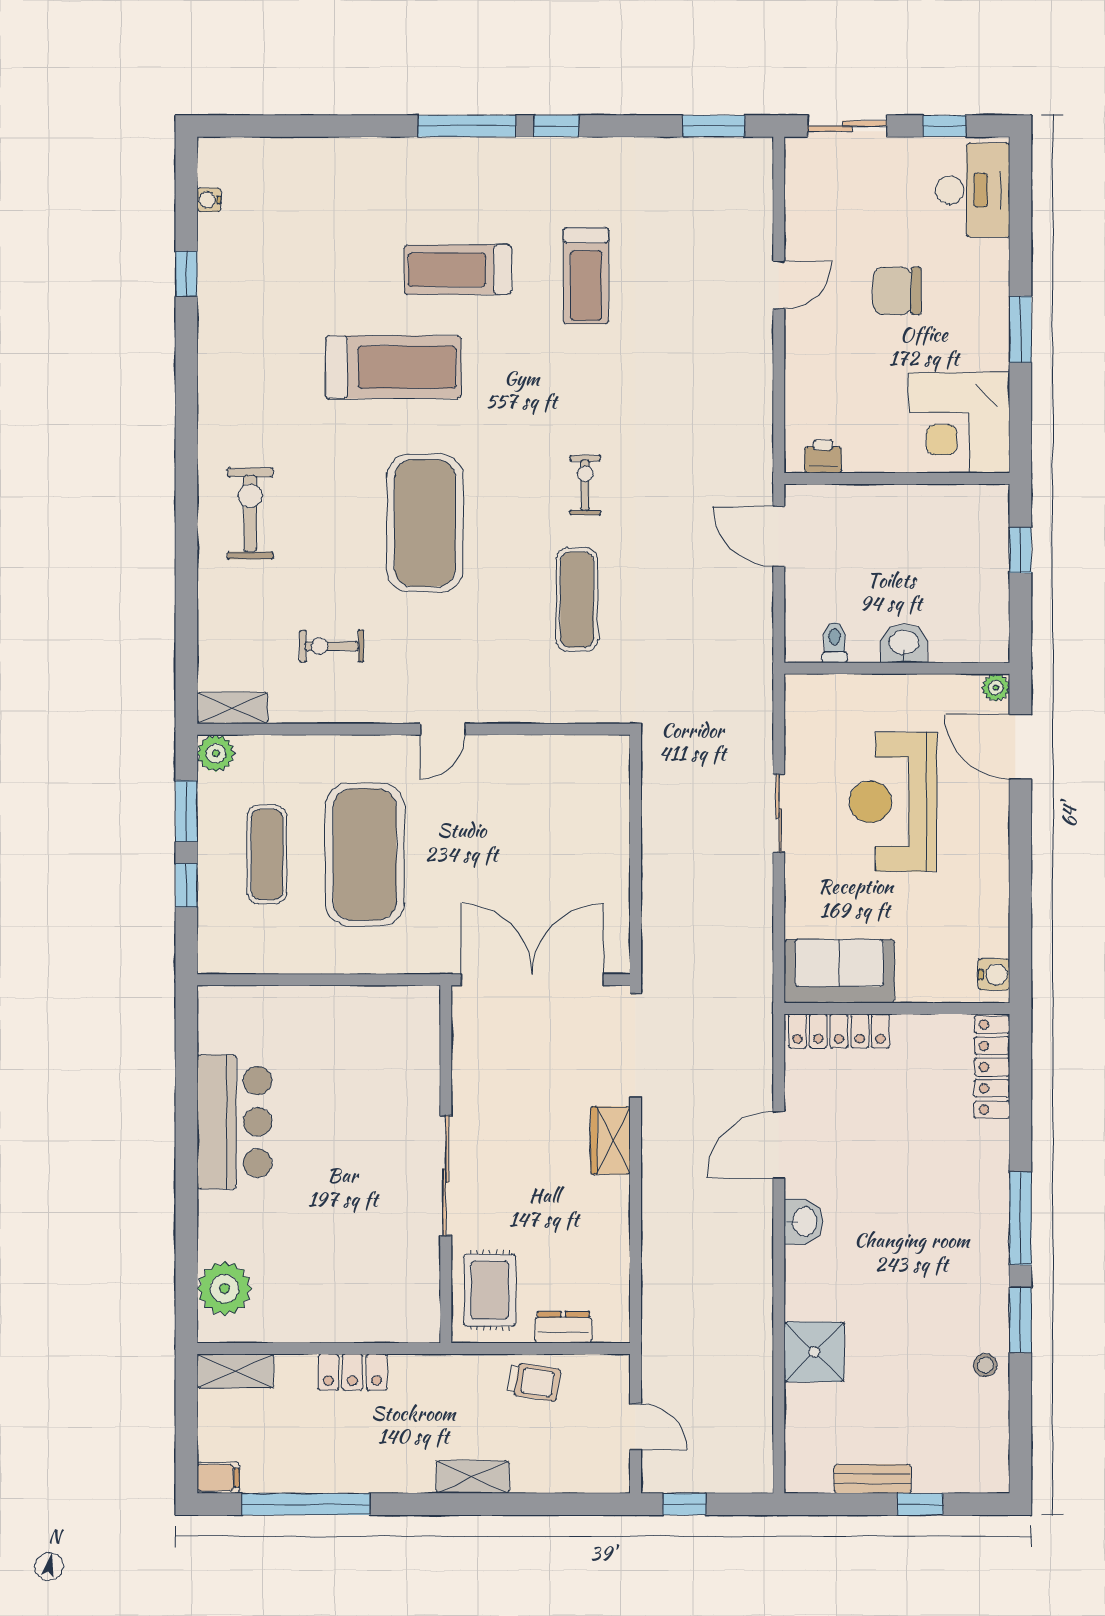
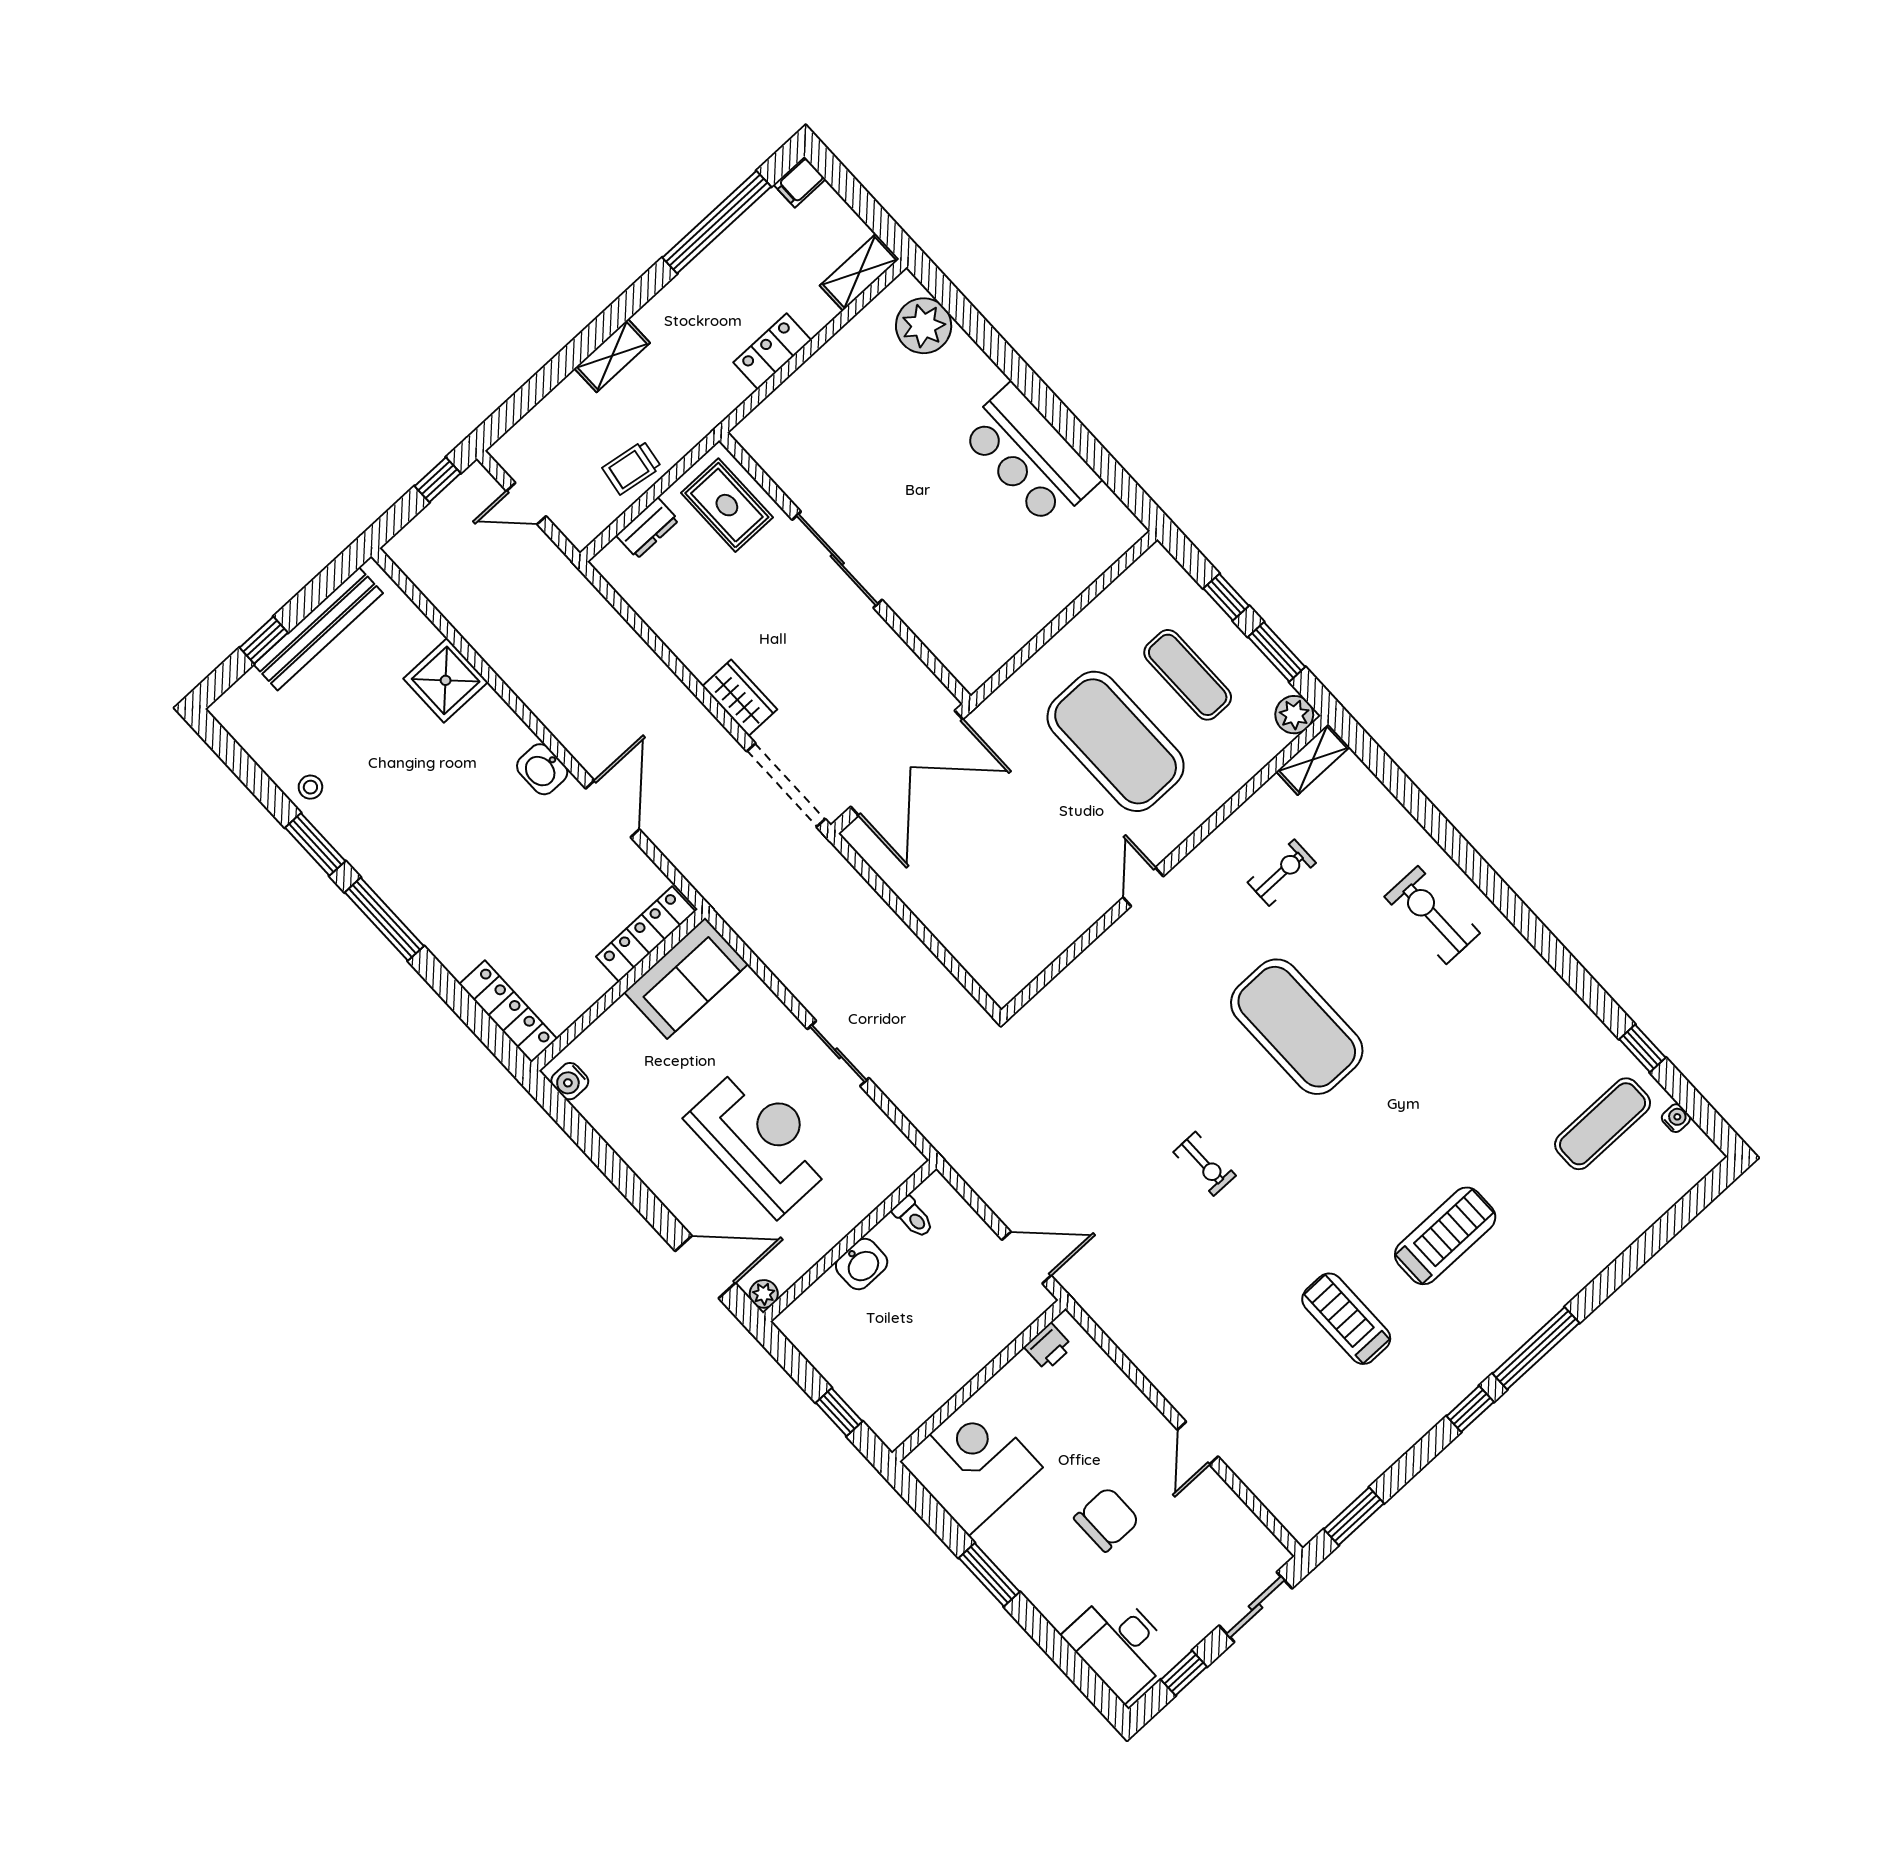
treadmill: (393, 367) -> (1426, 1120), removed
exercise bike: (250, 513) -> (1432, 915), turned 180
exercise mat: (577, 600) -> (1603, 1124), moved, turned 90
bench: (873, 1479) -> (318, 629), width x1.86, depth x1.21

